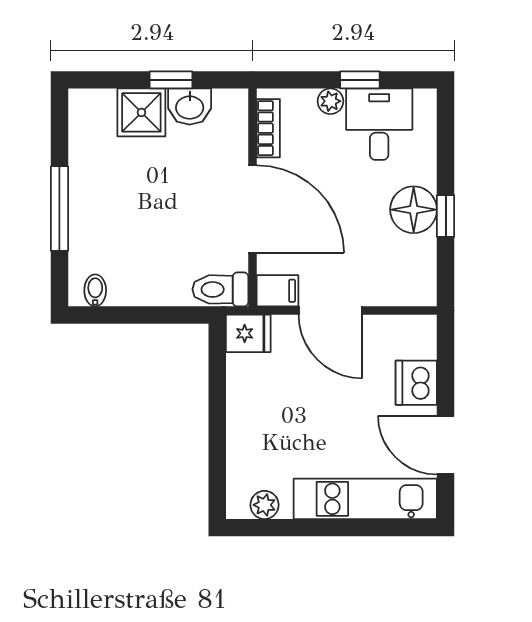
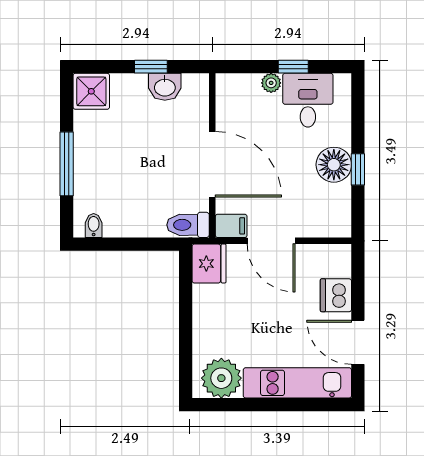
shower: (141, 112) -> (91, 91), moved
bookcase: (268, 128) -> (224, 103), removed
fridge: (248, 333) -> (209, 264), width x1.38
plant: (265, 505) -> (221, 378), width x1.87, depth x1.87

